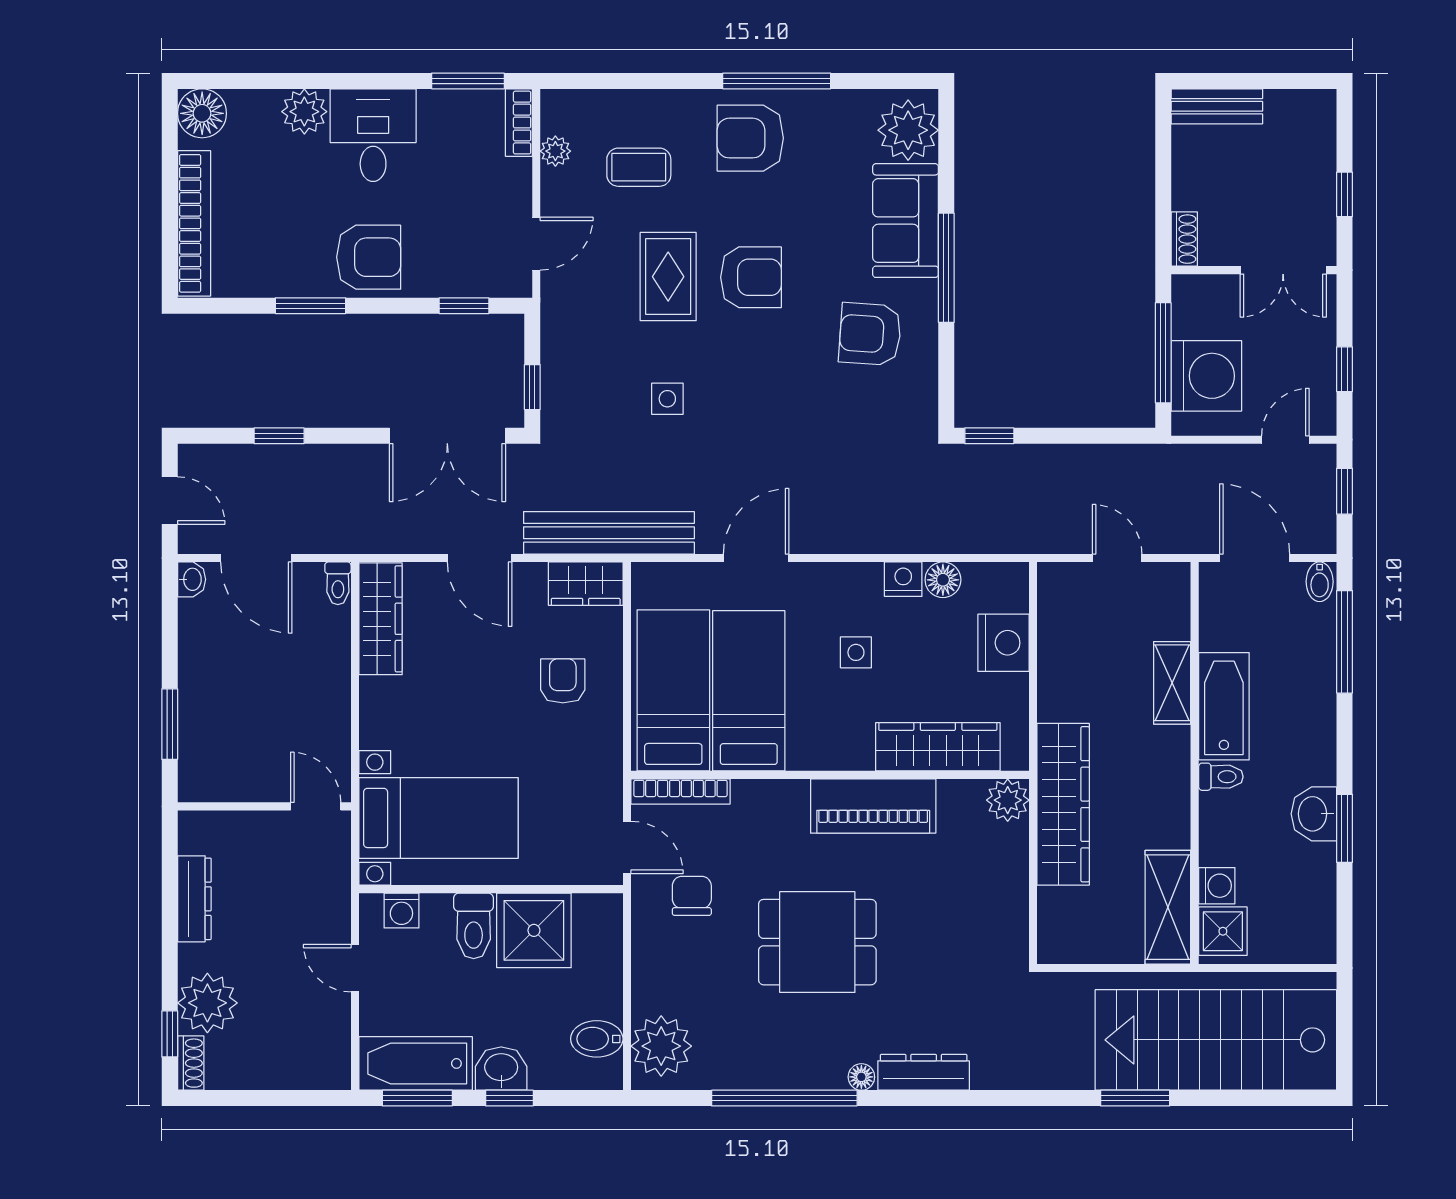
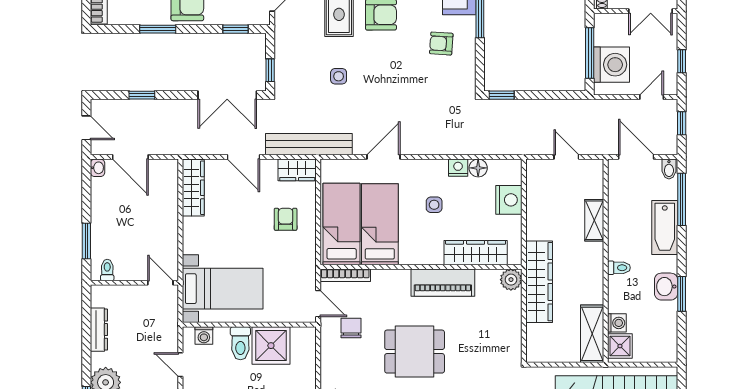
armchair: (870, 334) -> (441, 43), width x0.72, depth x0.72
toilet: (338, 583) -> (107, 270), moved, turned 180
bathtub: (1224, 706) -> (665, 228), moved, turned 180

